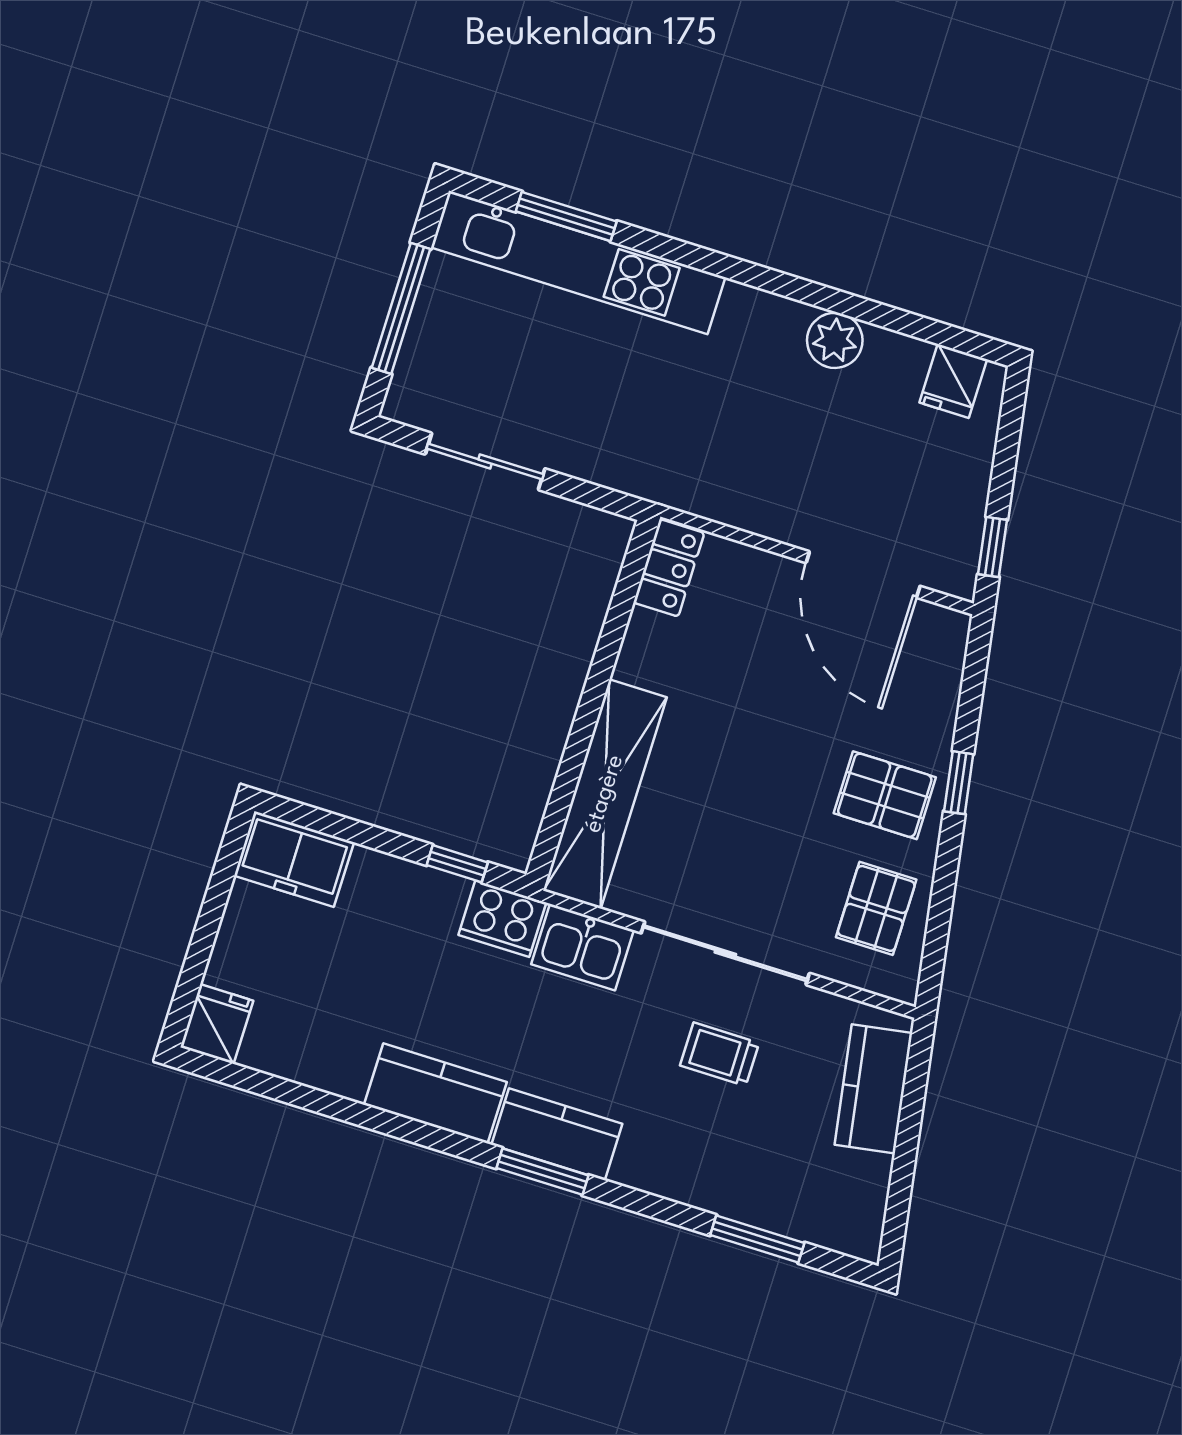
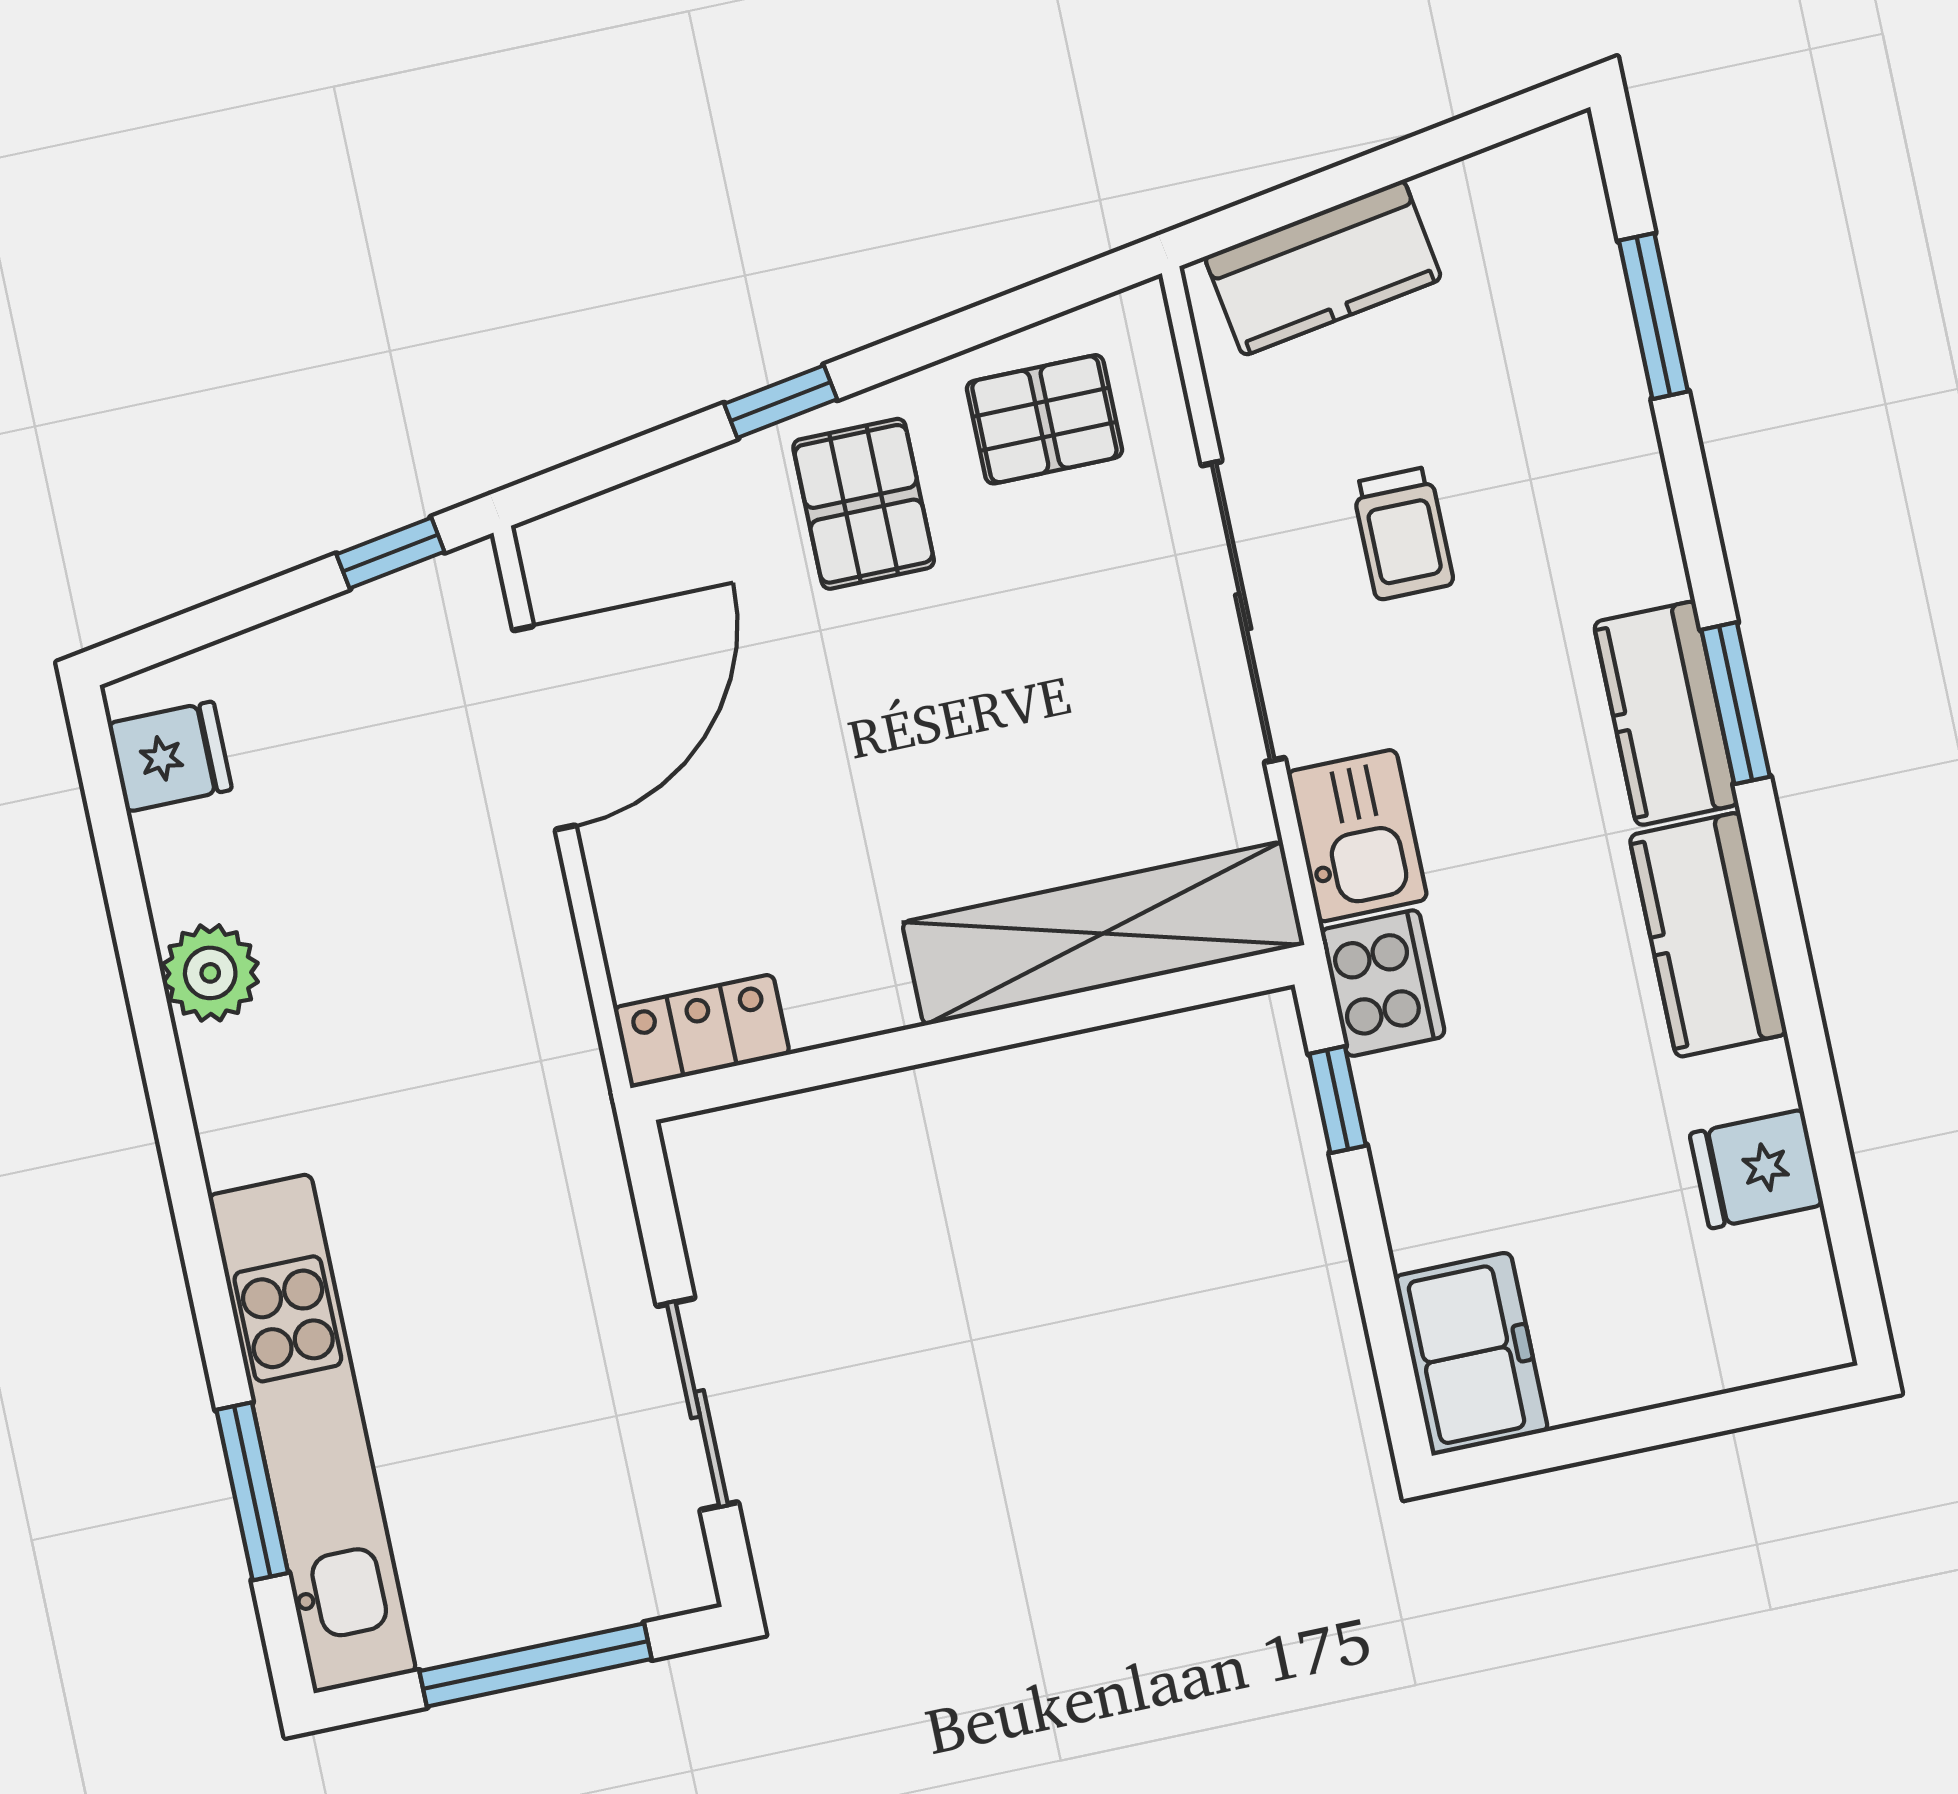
fridge: (217, 1024) -> (1756, 1169), moved

